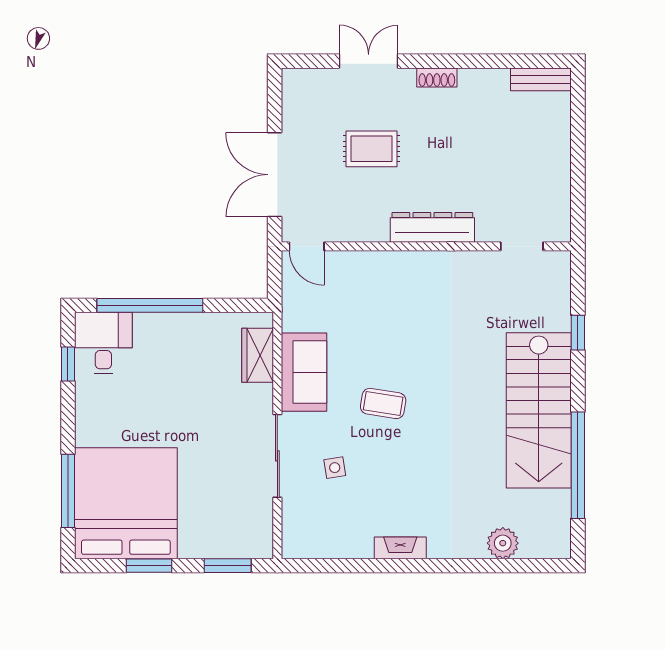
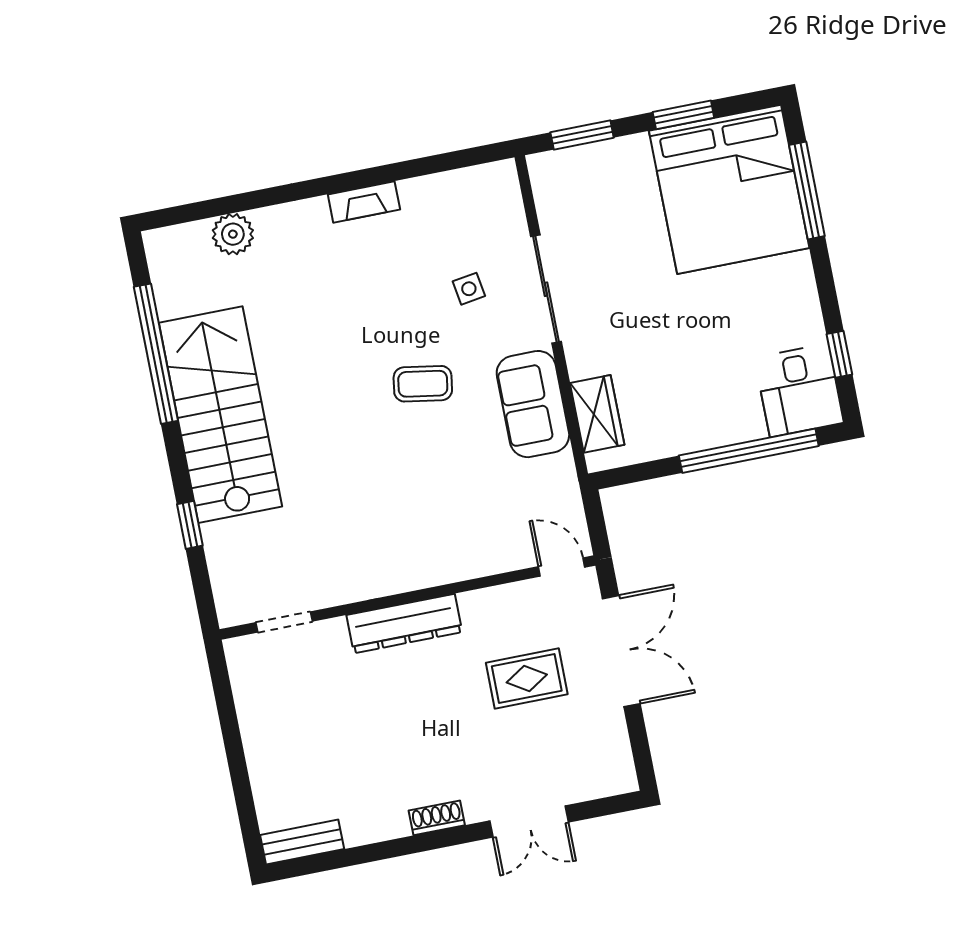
rug: (372, 149) -> (527, 679), moved

